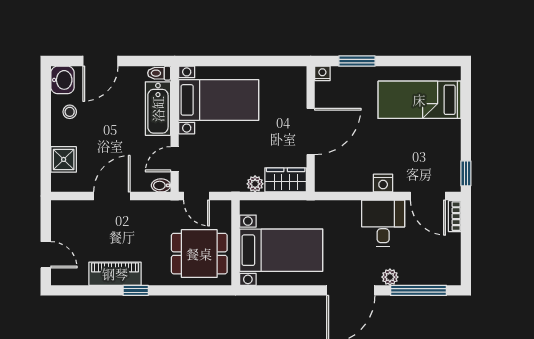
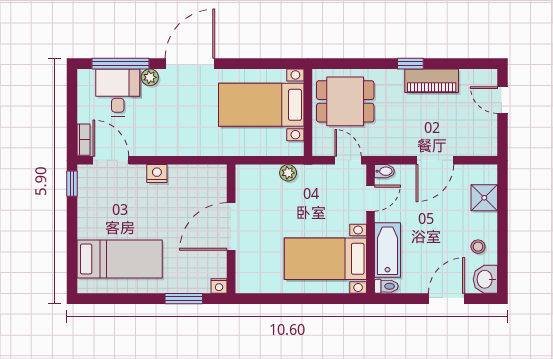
wardrobe: (286, 180) -> (257, 177), removed
desk: (383, 223) -> (118, 92), moved, turned 180

